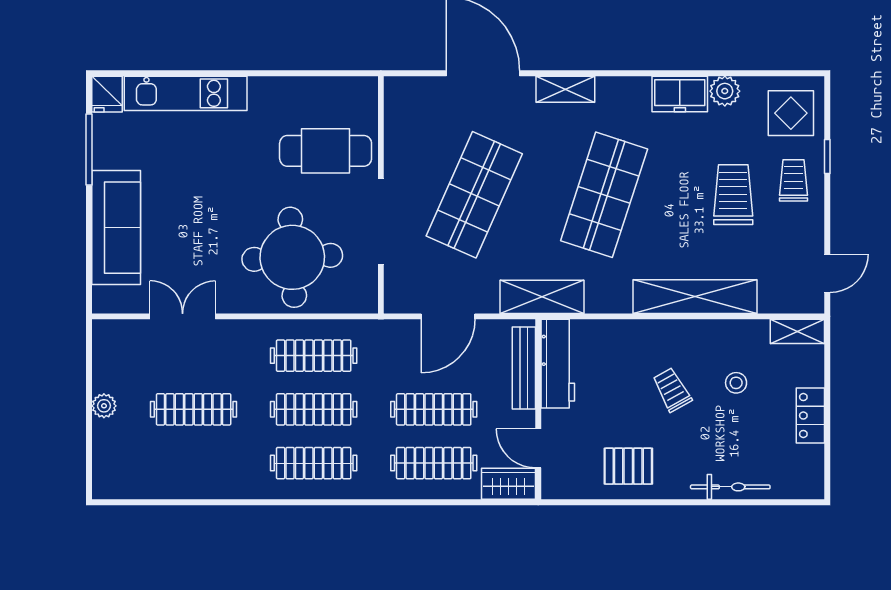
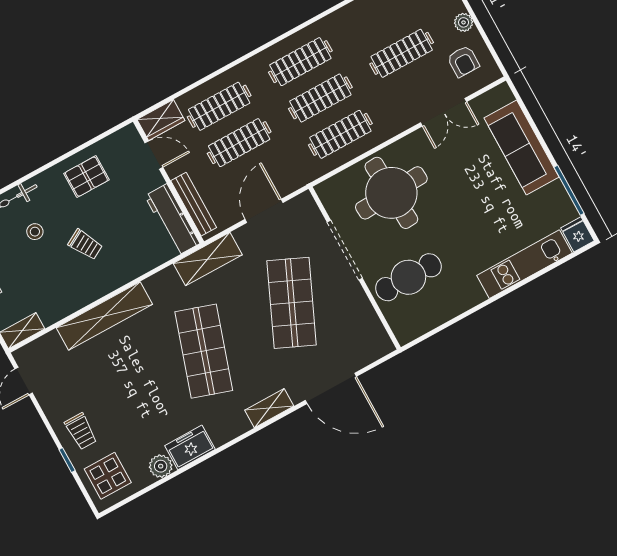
trolley: (733, 195) -> (116, 399), removed
armchair: (129, 362) -> (463, 61), added
stool: (736, 383) -> (35, 232), moved

